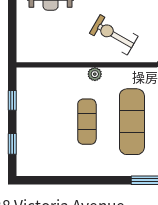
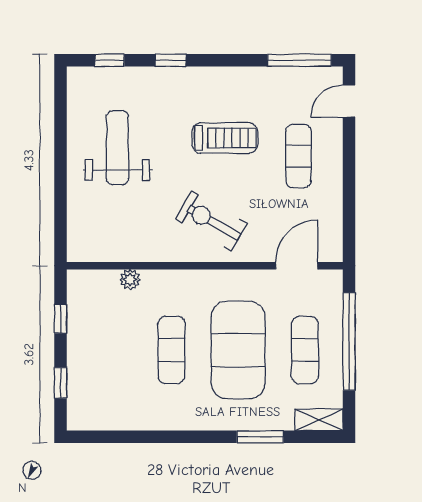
plant: (95, 74) -> (130, 279), moved
exercise mat: (132, 122) -> (238, 350), width x1.47

